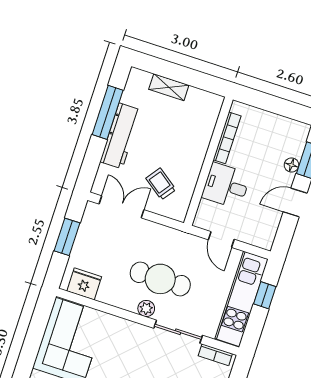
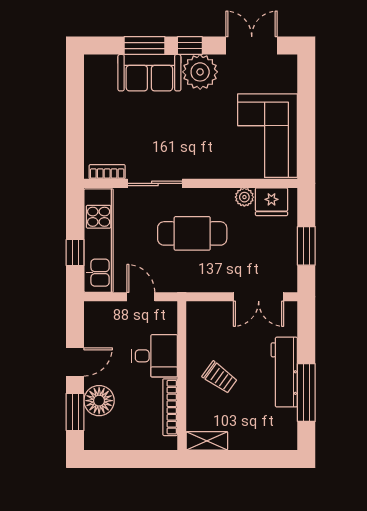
shelving: (169, 87) -> (207, 441), moved
floor lamp: (292, 165) -> (99, 401), width x1.89, depth x1.89
trolley: (161, 184) -> (220, 377), moved
plant: (146, 308) -> (244, 197), moved

